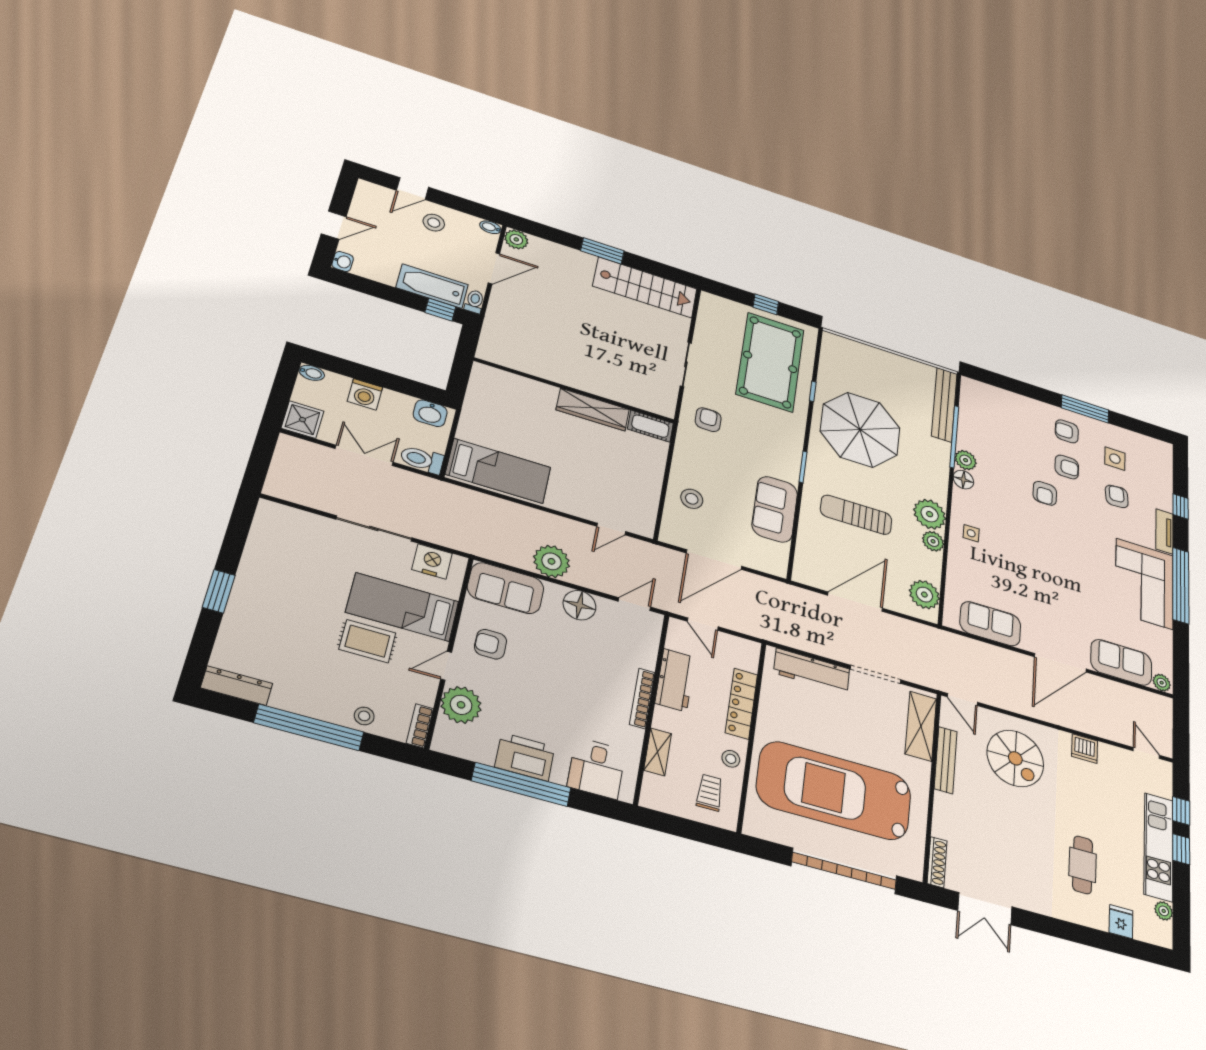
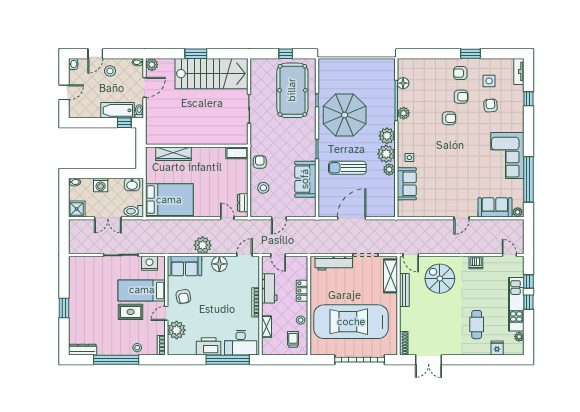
washbasin: (343, 262) -> (73, 64), moved
stairs: (645, 287) -> (212, 74), width x1.36, depth x1.51
bench: (944, 405) -> (389, 82), removed
window: (1085, 409) -> (471, 54), width x0.69
wardrobe: (593, 410) -> (173, 154), moved
armchair: (708, 420) -> (260, 162), moved
double door: (364, 455) -> (108, 218), swing flipped
bed: (498, 471) -> (169, 200), width x1.50
floor lamp: (963, 480) -> (403, 83), moved
armchair: (1045, 493) -> (449, 118), turned -90
dresser: (647, 512) -> (243, 203), added
door: (611, 529) -> (227, 218), swing flipped
tv unit: (1164, 531) -> (519, 72), moved
door: (714, 560) -> (279, 218), width x0.53
window: (1181, 585) -> (528, 179), moved
plant: (924, 595) -> (387, 136), moved
sofa: (990, 624) -> (407, 184), moved, turned 90
armchair: (491, 644) -> (183, 297), turned -100
door: (1060, 663) -> (462, 218), width x0.53
locker: (741, 704) -> (302, 291), width x0.66
spiral stairs: (1015, 758) -> (440, 279), turned 180
desk: (596, 768) -> (241, 343), width x1.37
window: (521, 784) -> (228, 360), moved

